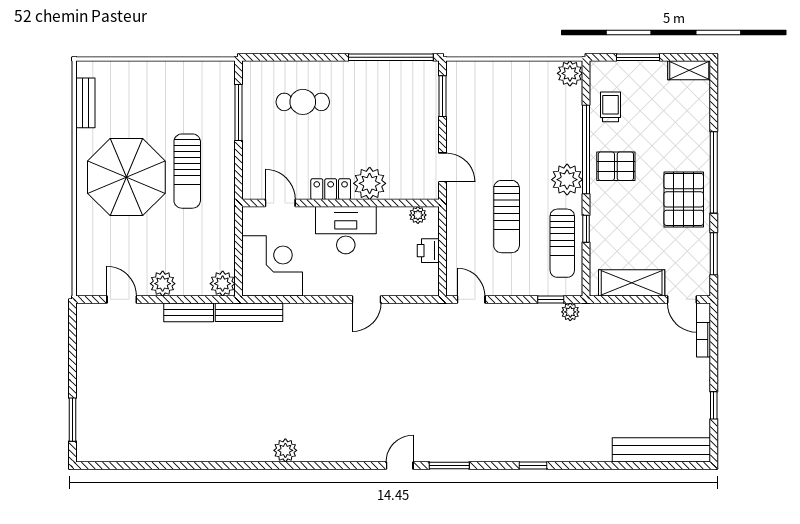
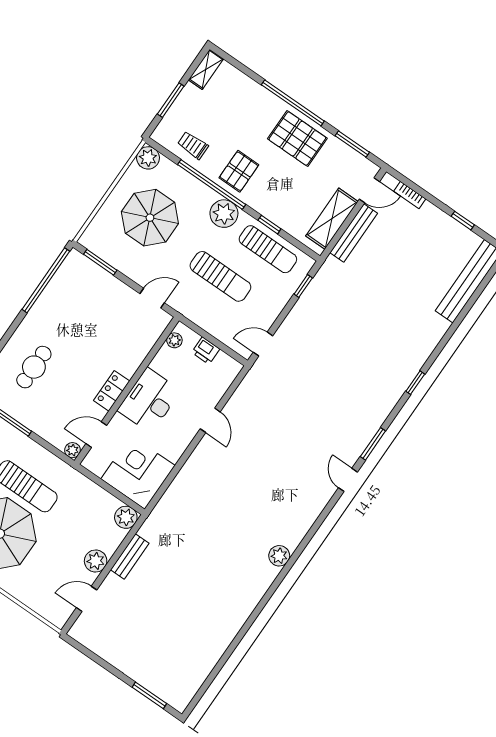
parasol: (516, 114) -> (150, 218), added
plant: (370, 183) -> (73, 450), moved, width x0.53, depth x0.53
bench: (249, 312) -> (354, 233), moved
plant: (570, 312) -> (322, 278), removed

